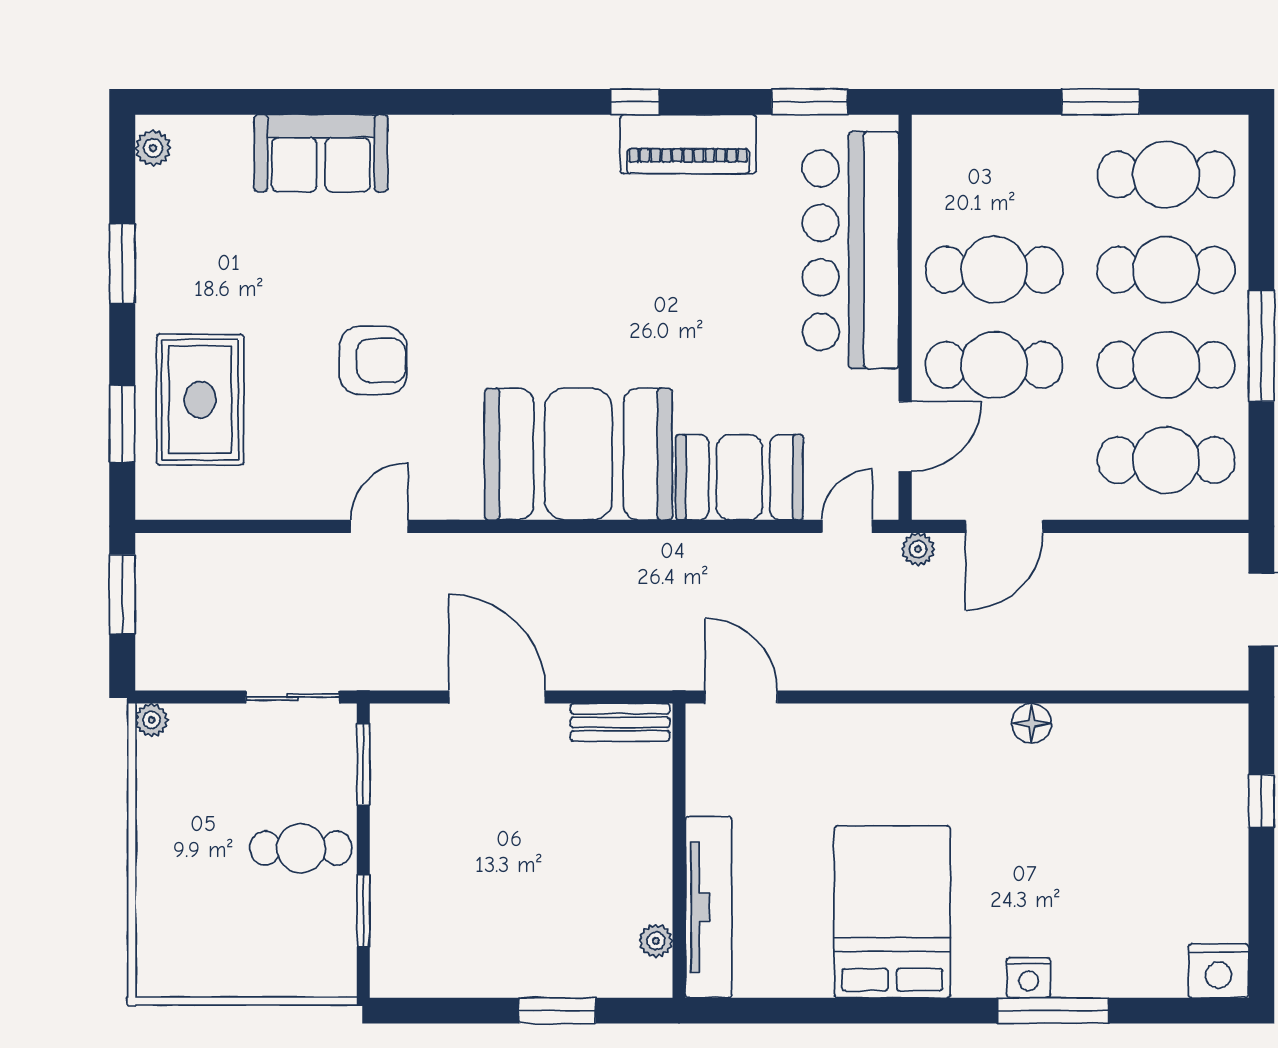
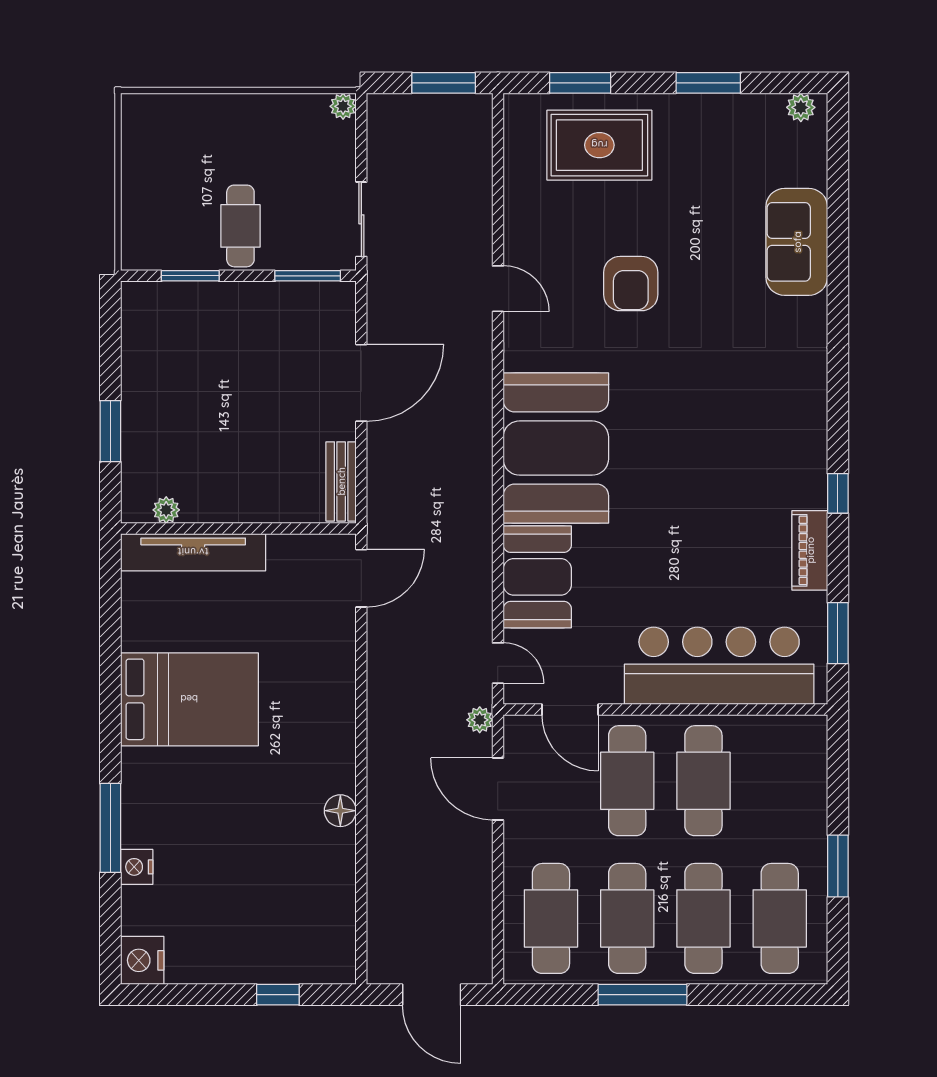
piano: (688, 144) -> (810, 550), width x0.73, depth x0.75
nightstand: (1029, 978) -> (137, 867), moved

